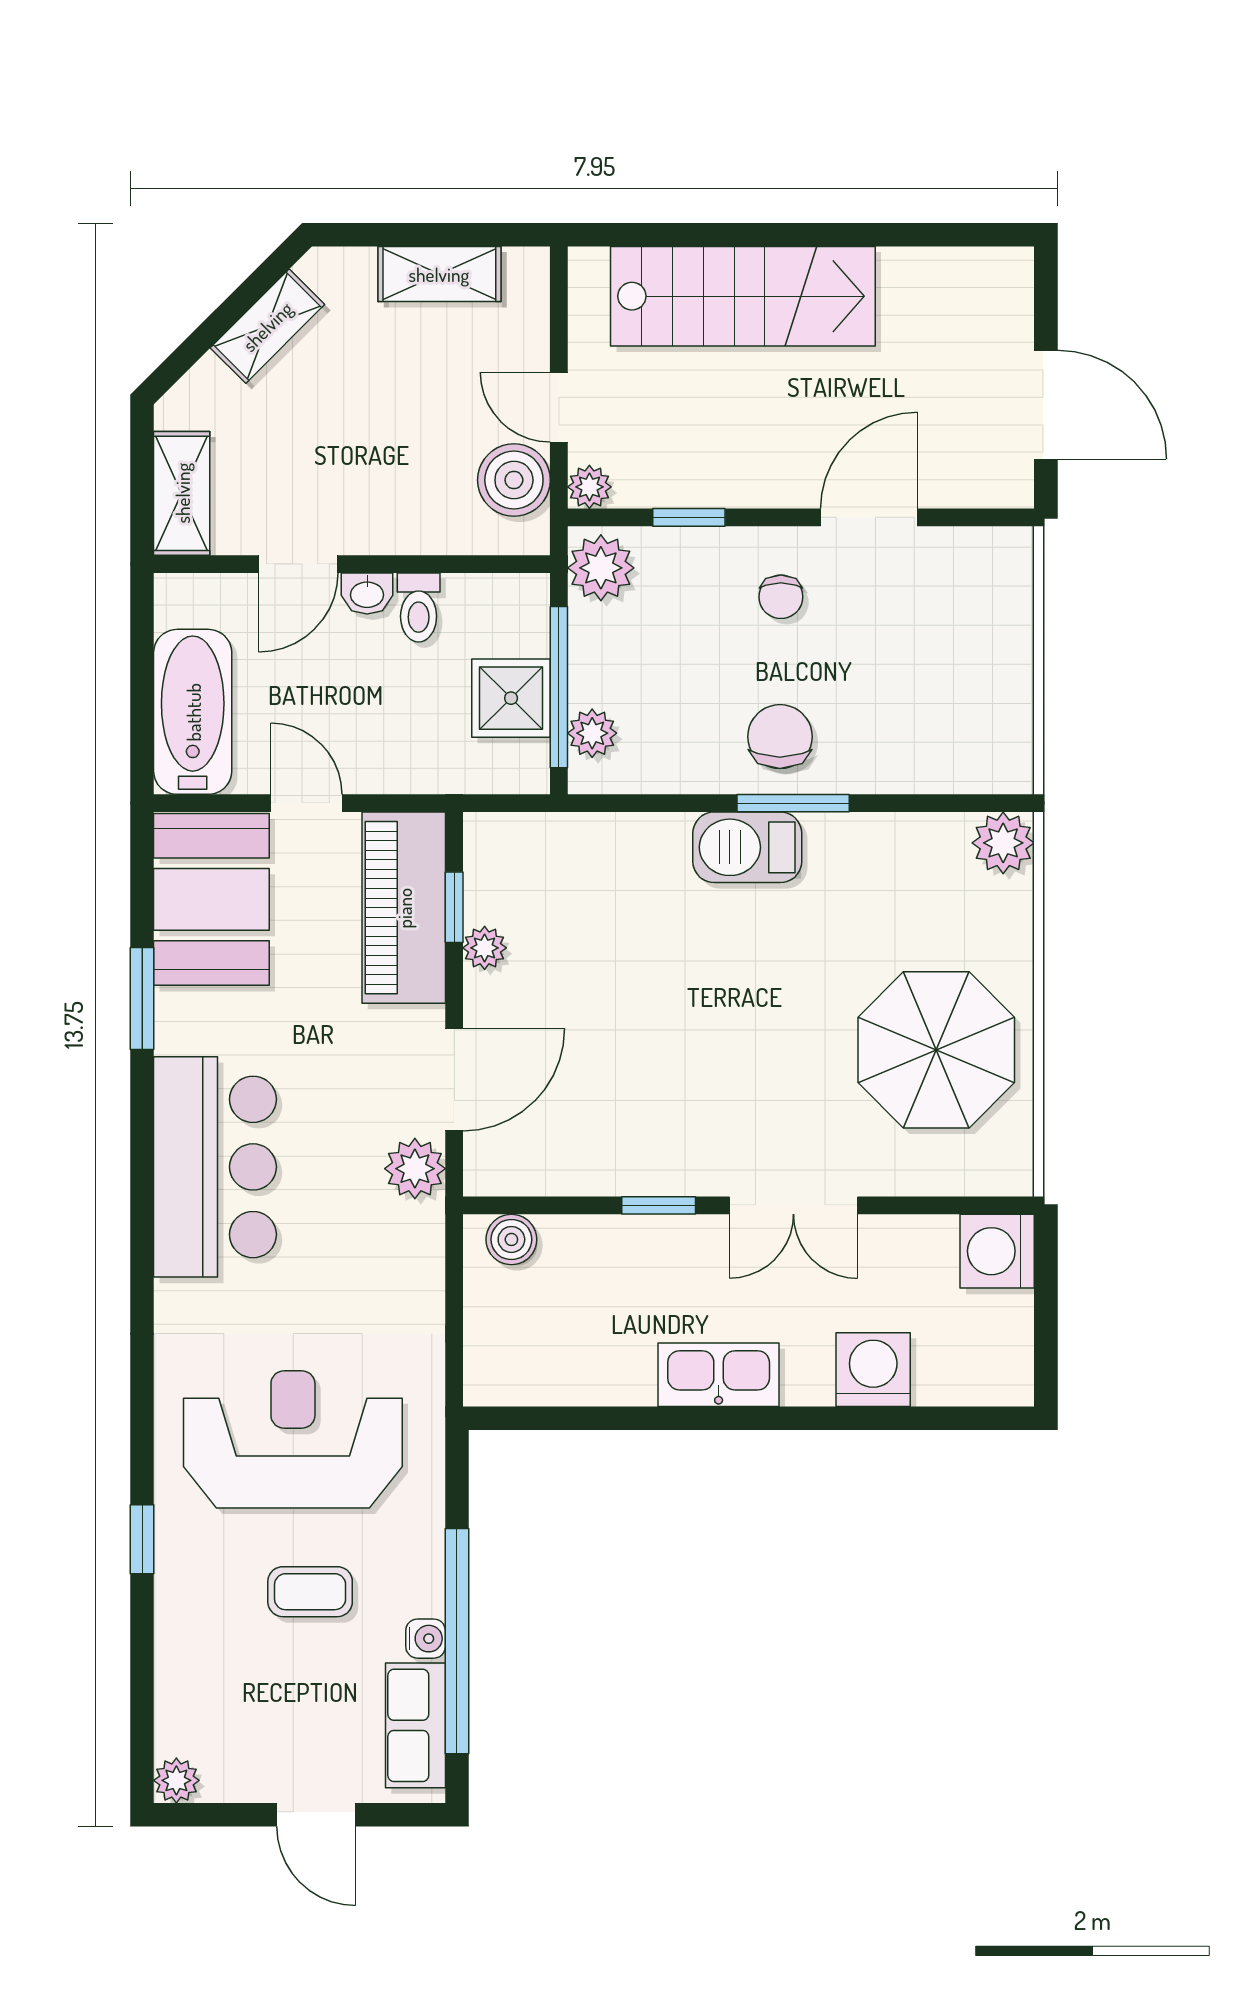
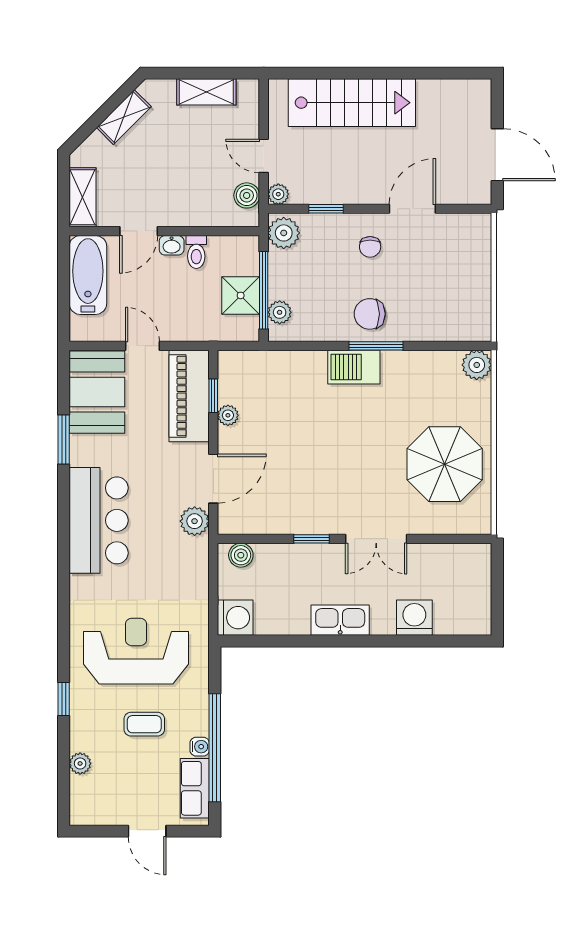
boiler: (514, 480) -> (247, 195), width x0.73, depth x0.73
bathtub: (193, 712) -> (88, 275), moved
chair: (780, 737) -> (370, 314), turned -90
washing machine: (997, 1251) -> (235, 618), moved, turned 180
plant: (176, 1780) -> (80, 763), moved

